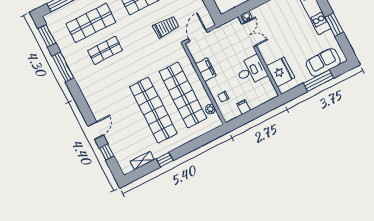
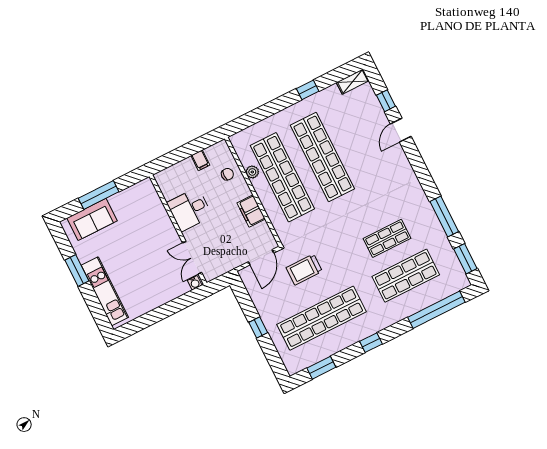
fridge: (280, 72) -> (150, 207), removed
plant: (210, 109) -> (252, 172), moved
shelving: (142, 161) -> (353, 82), moved

